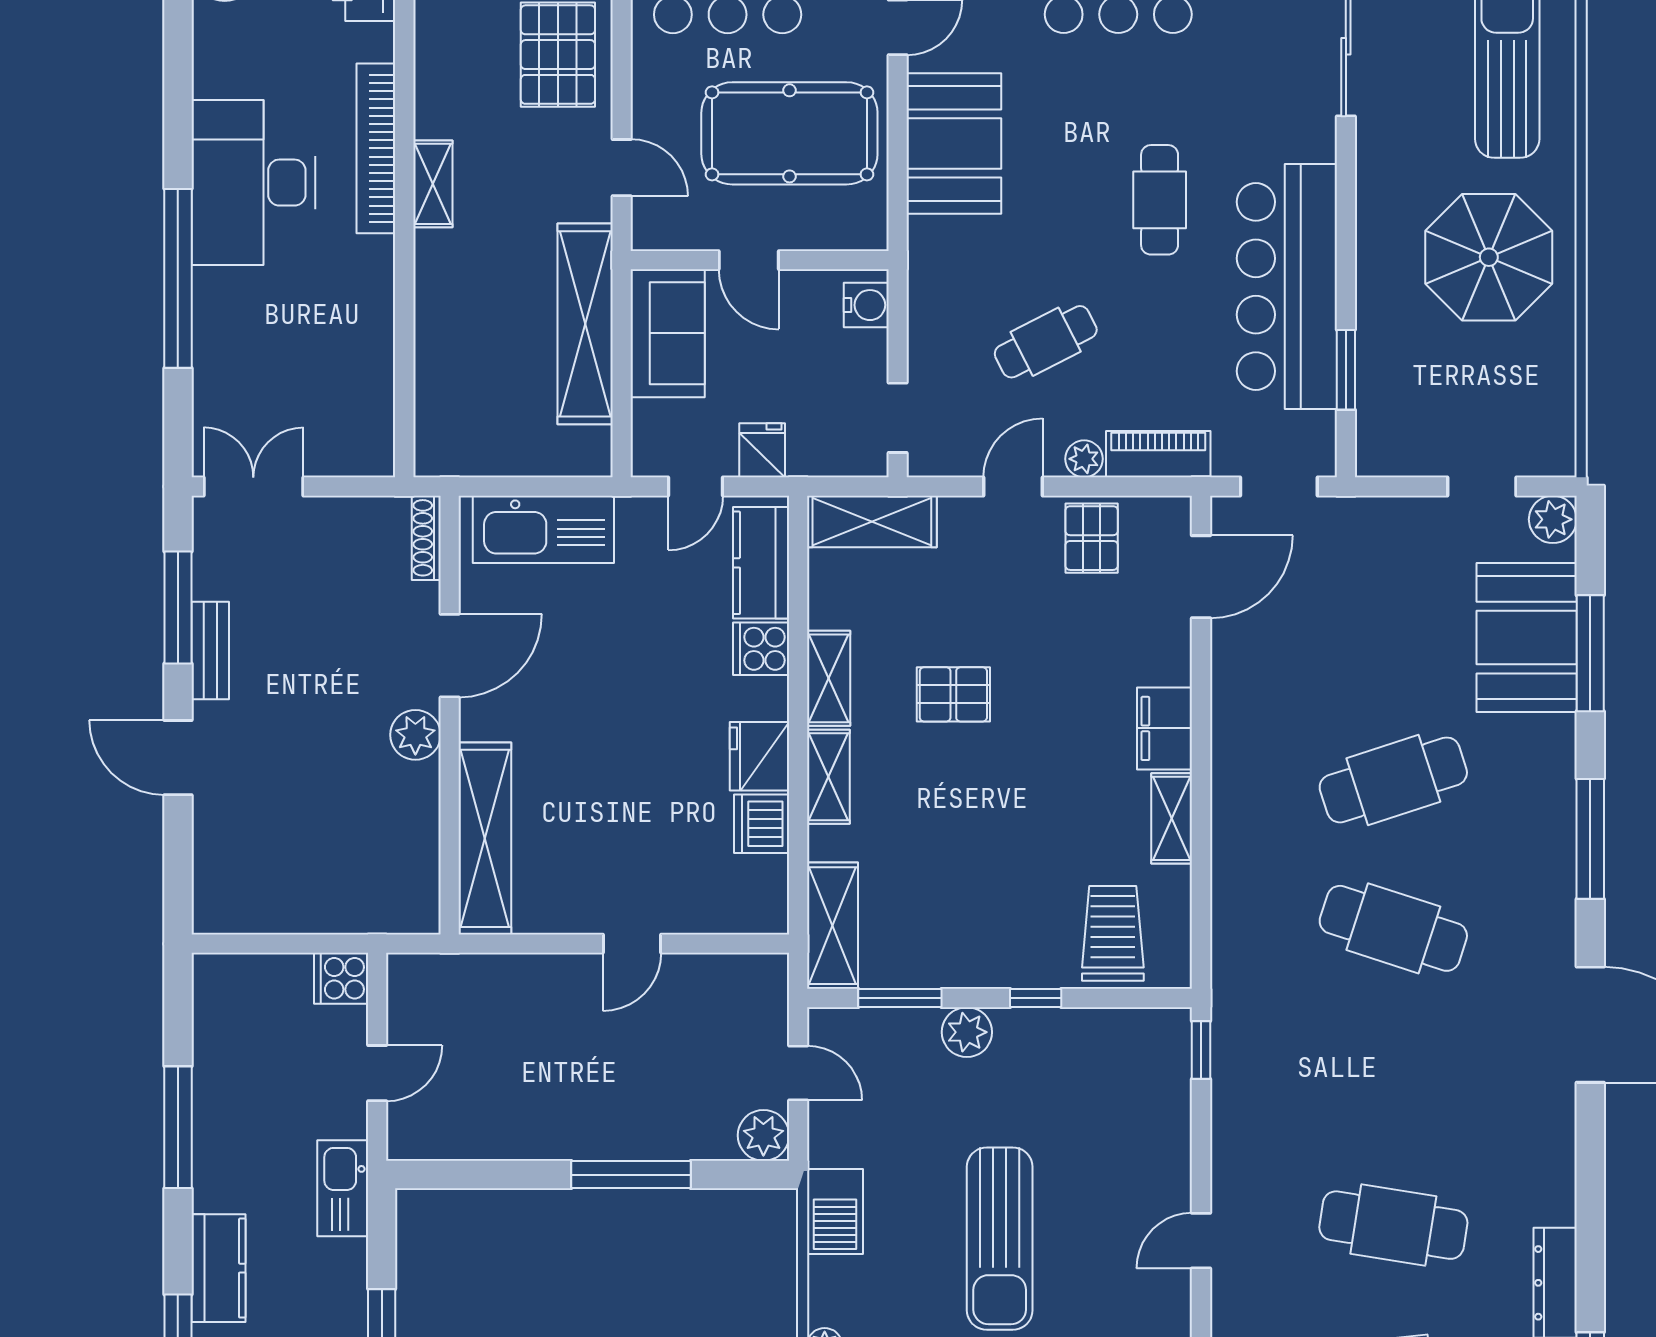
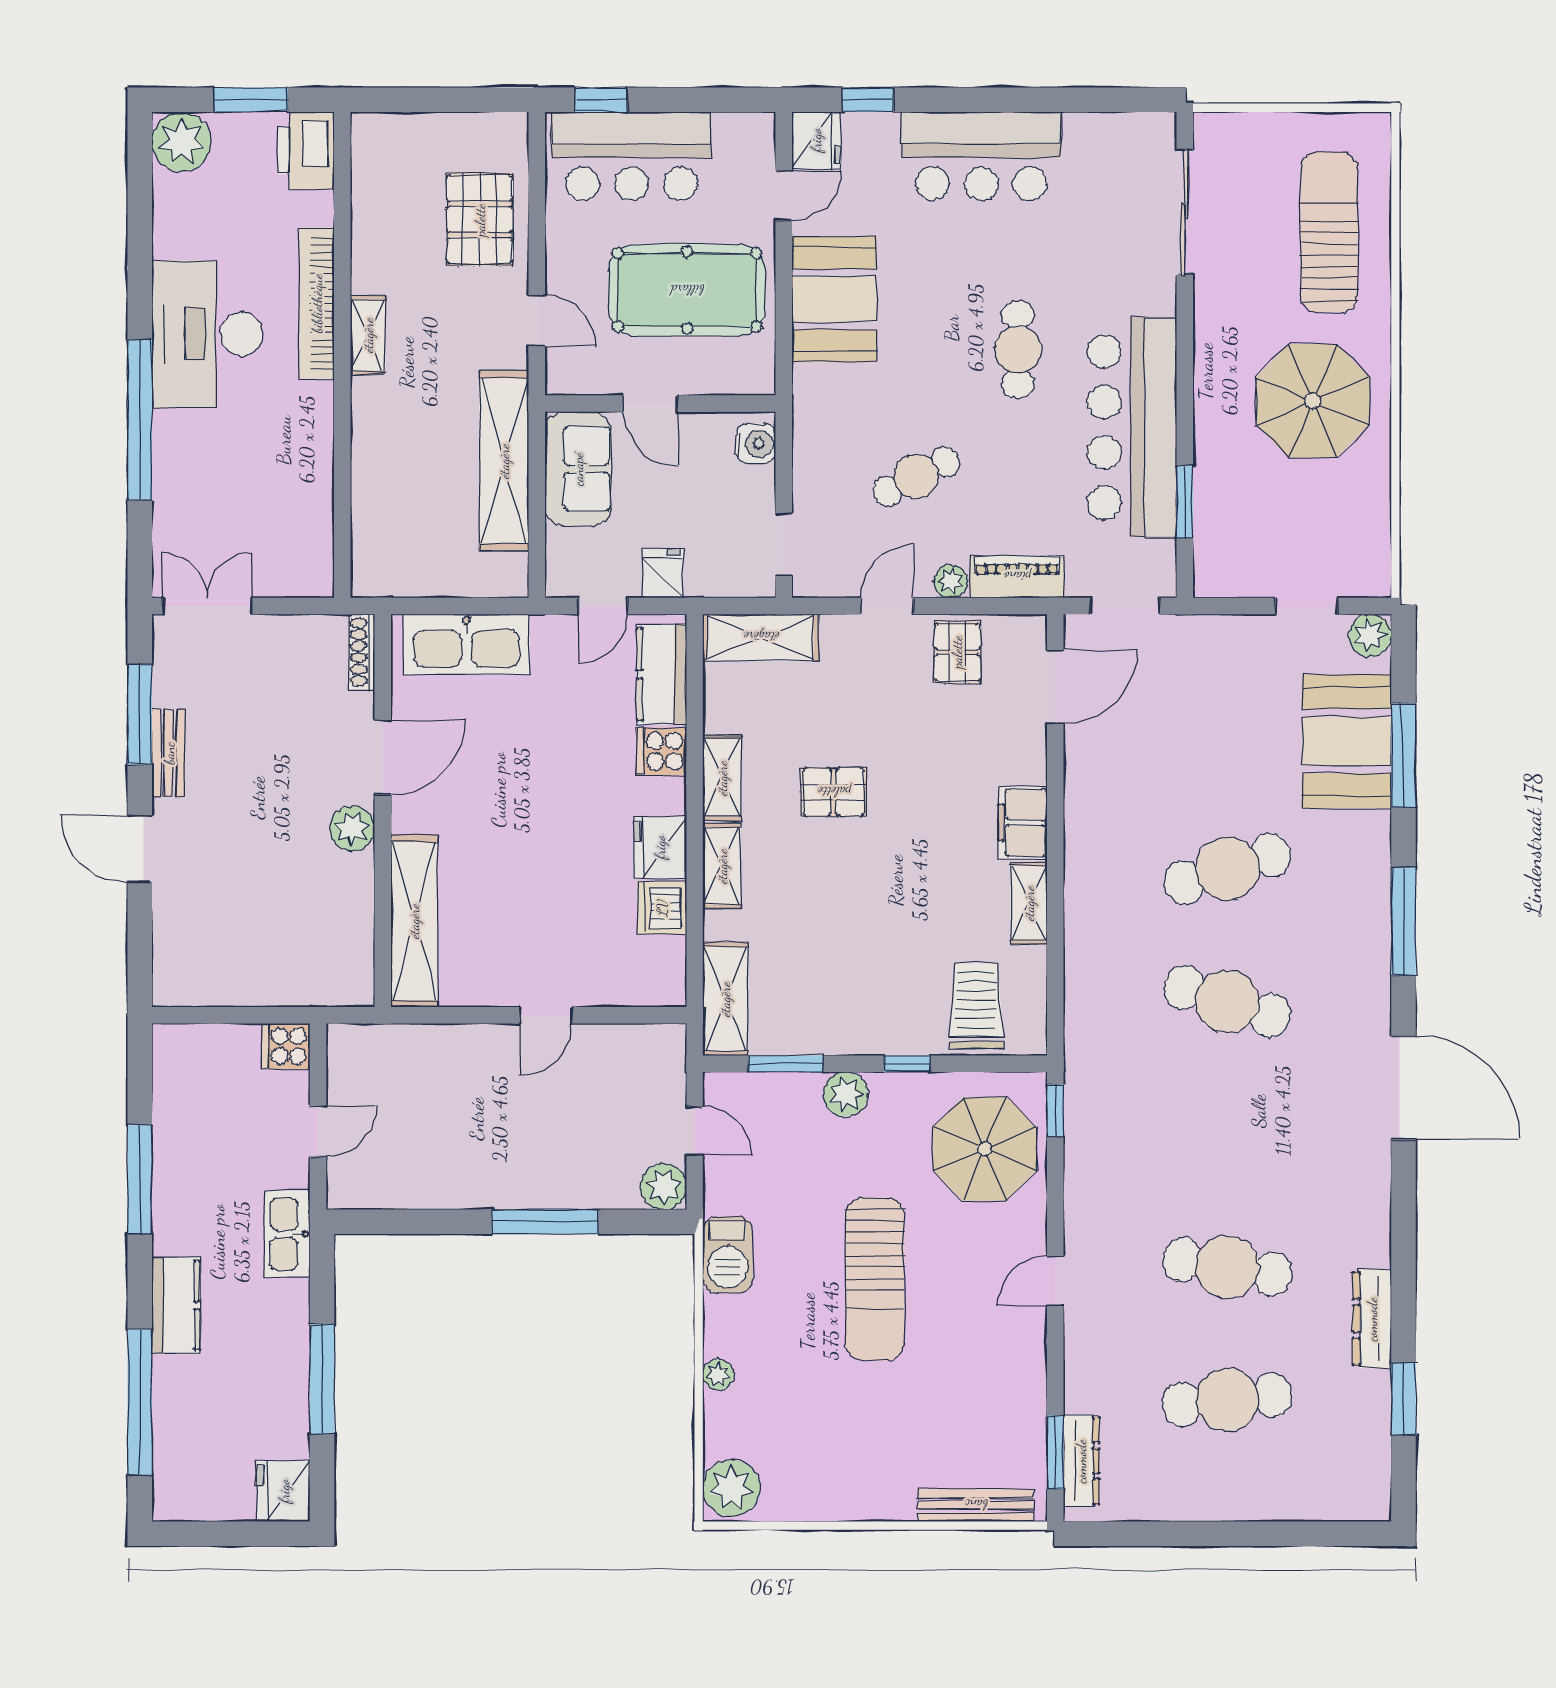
parasol: (1122, 1093) -> (985, 1149), added

